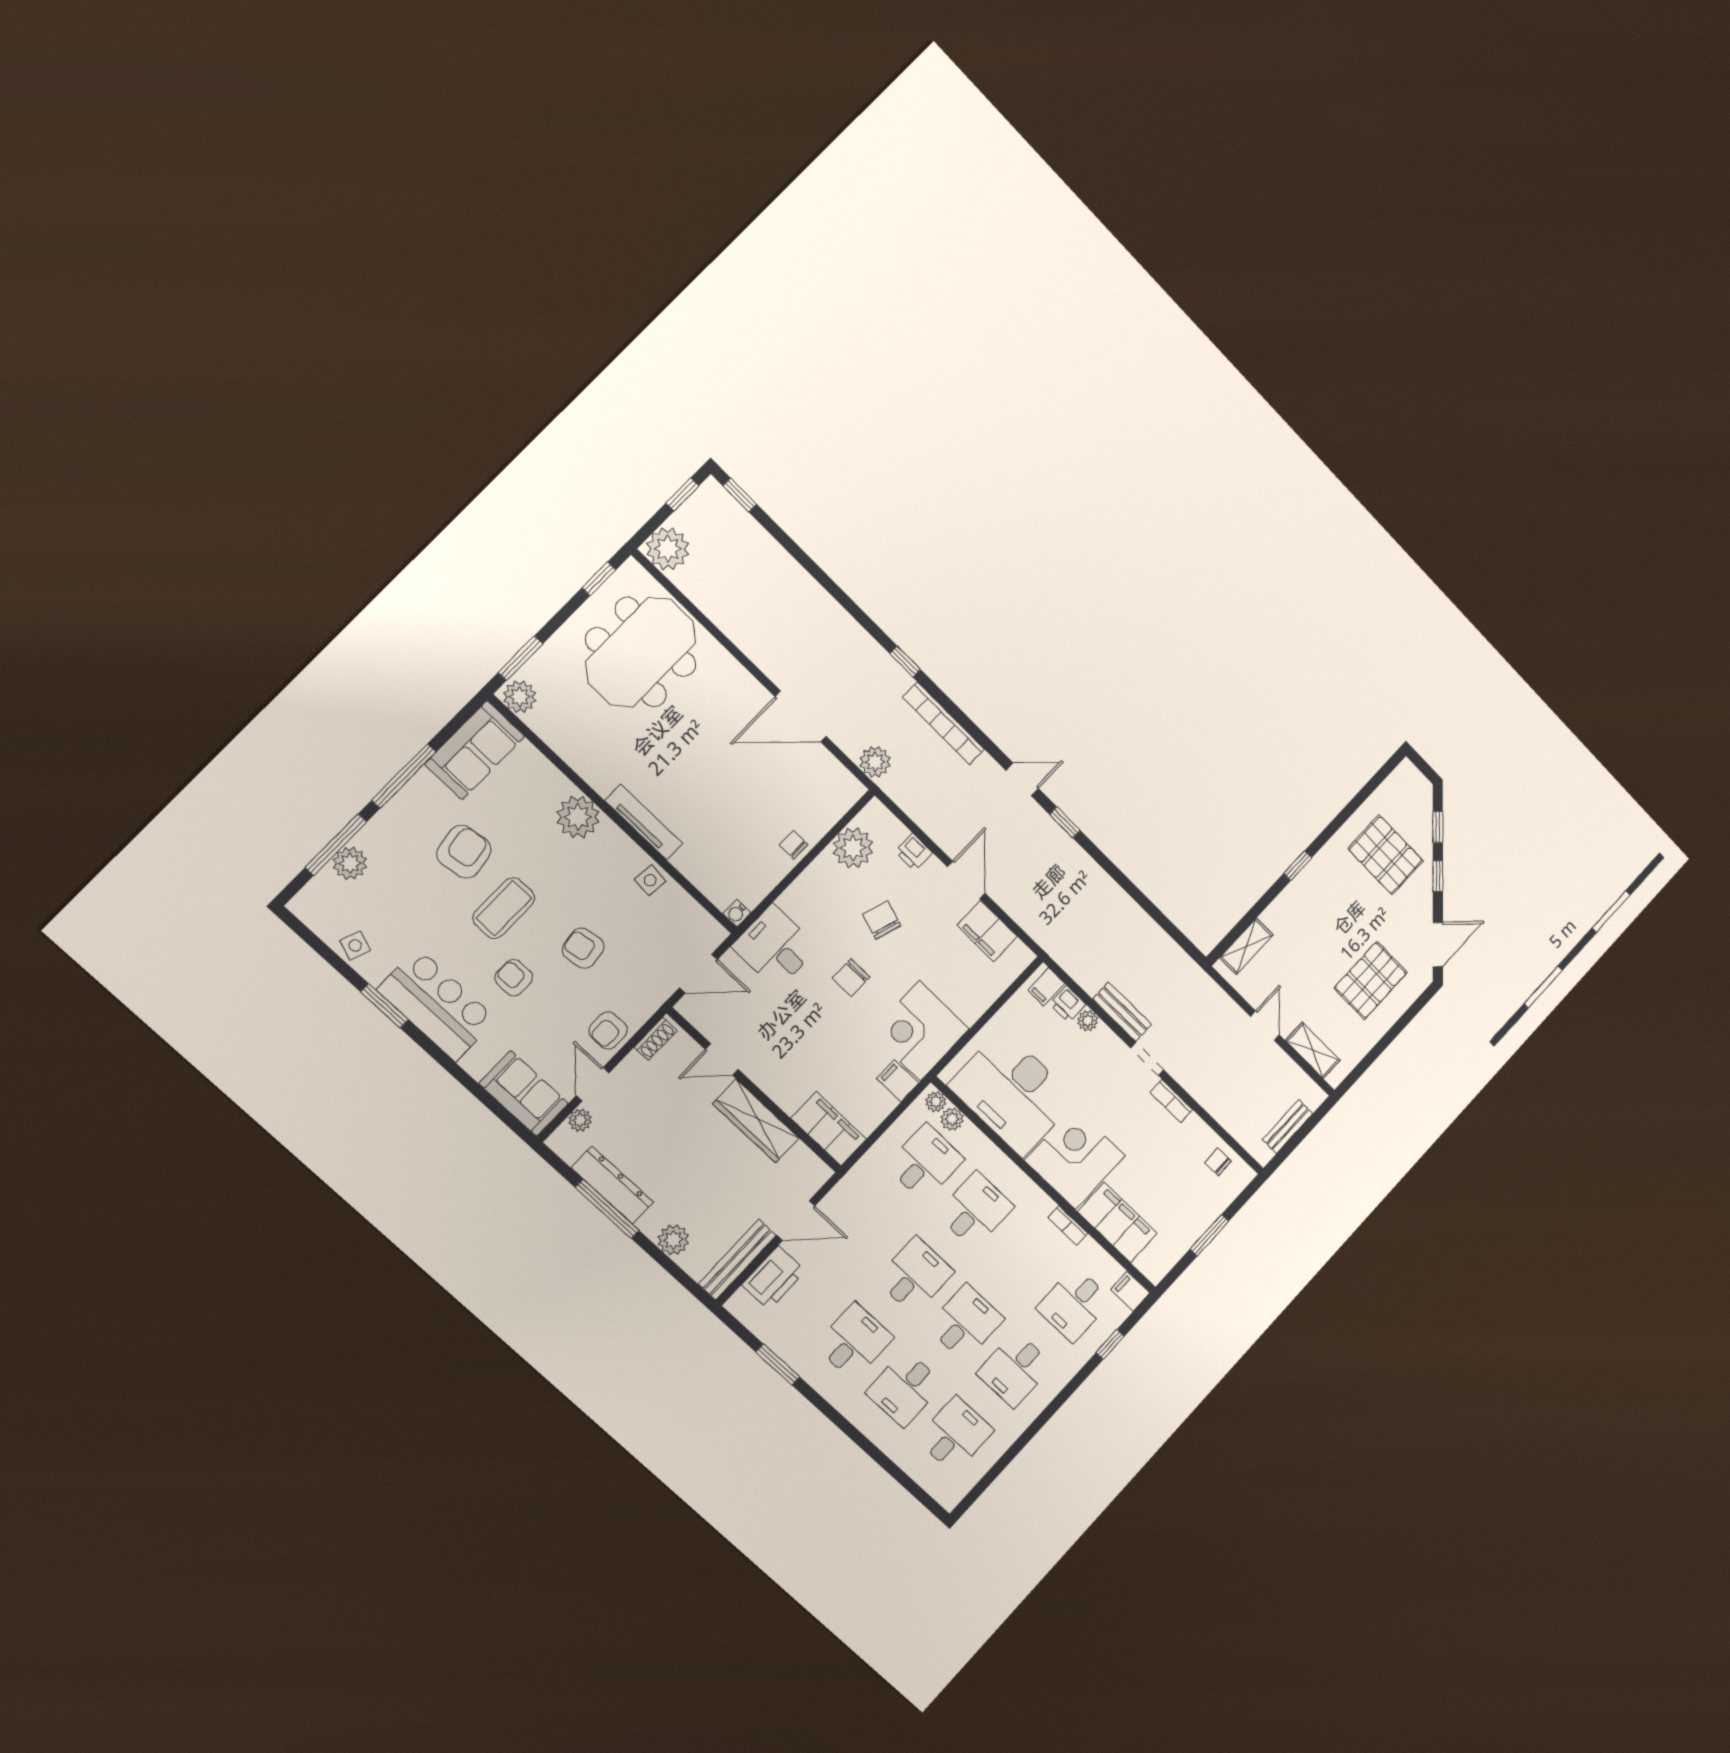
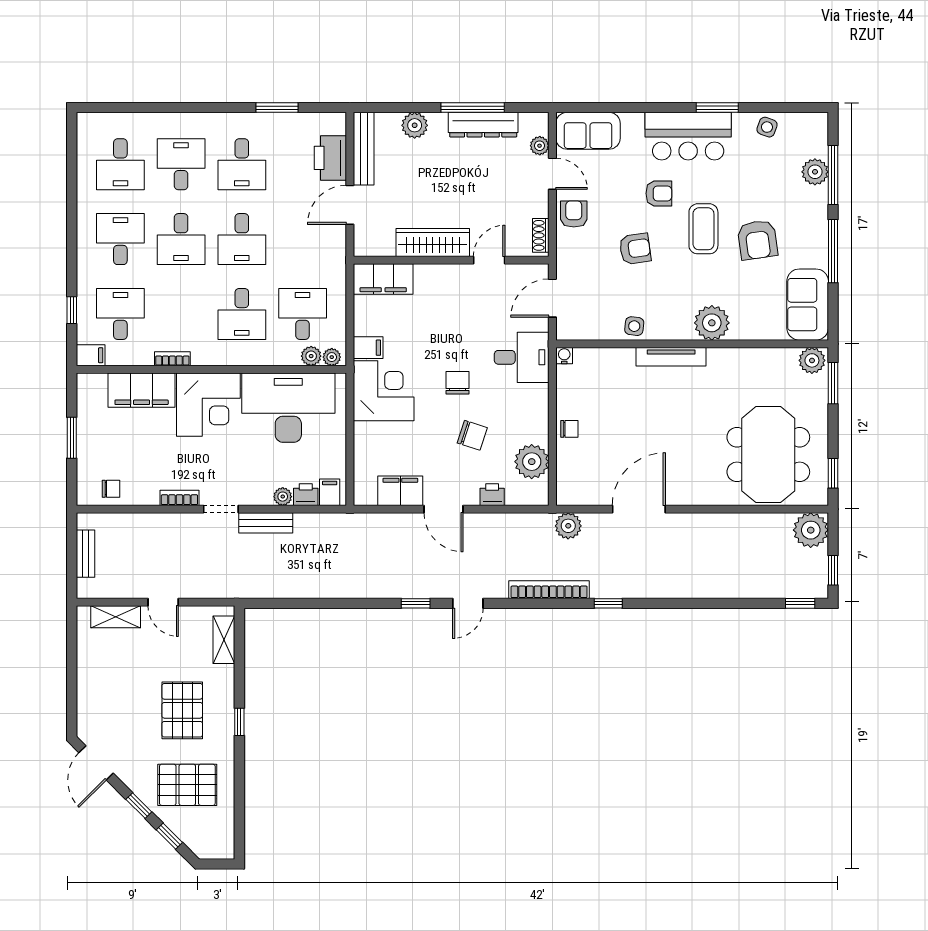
pallet: (1371, 980) -> (182, 710), moved
desk: (925, 1162) -> (303, 314), turned 180

